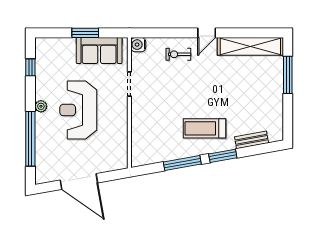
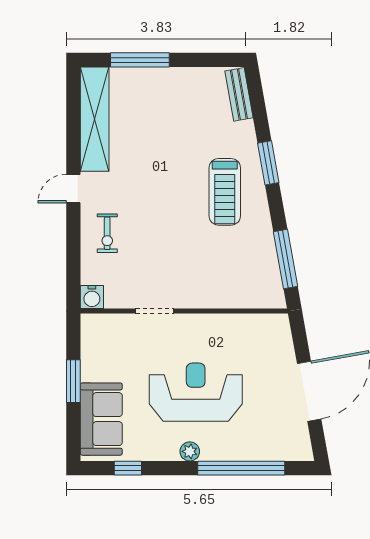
door: (207, 33) -> (73, 189), swing flipped
sofa: (99, 51) -> (101, 419), moved
reception desk: (78, 110) -> (196, 392), turned 180
bench: (252, 140) -> (239, 94), moved
window: (182, 163) -> (285, 259), moved

